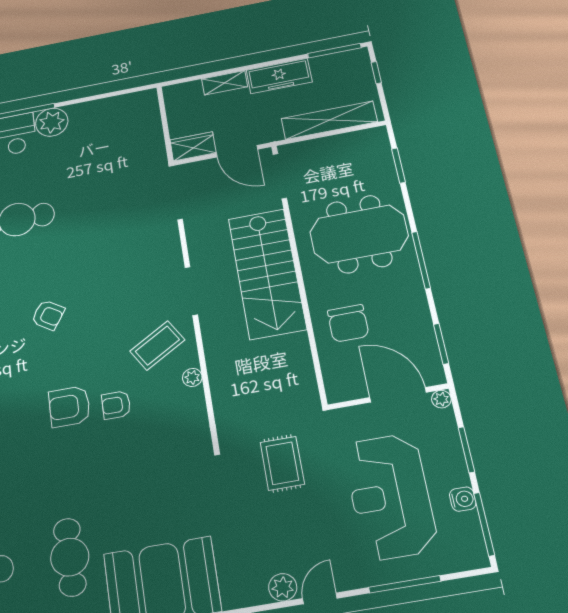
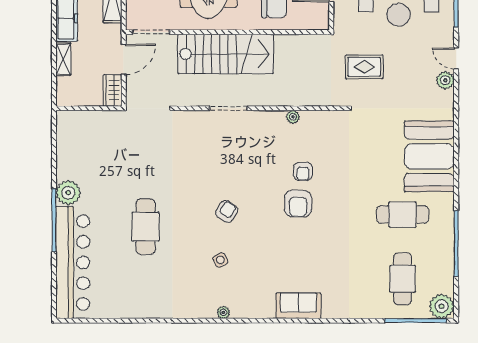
coffee table: (157, 345) -> (265, 137), removed

